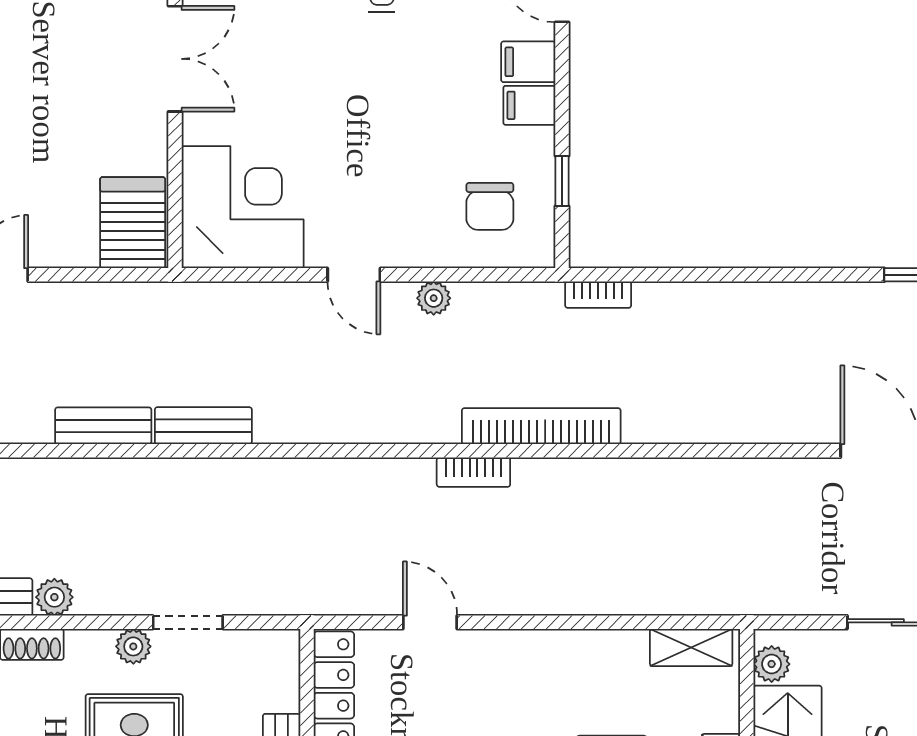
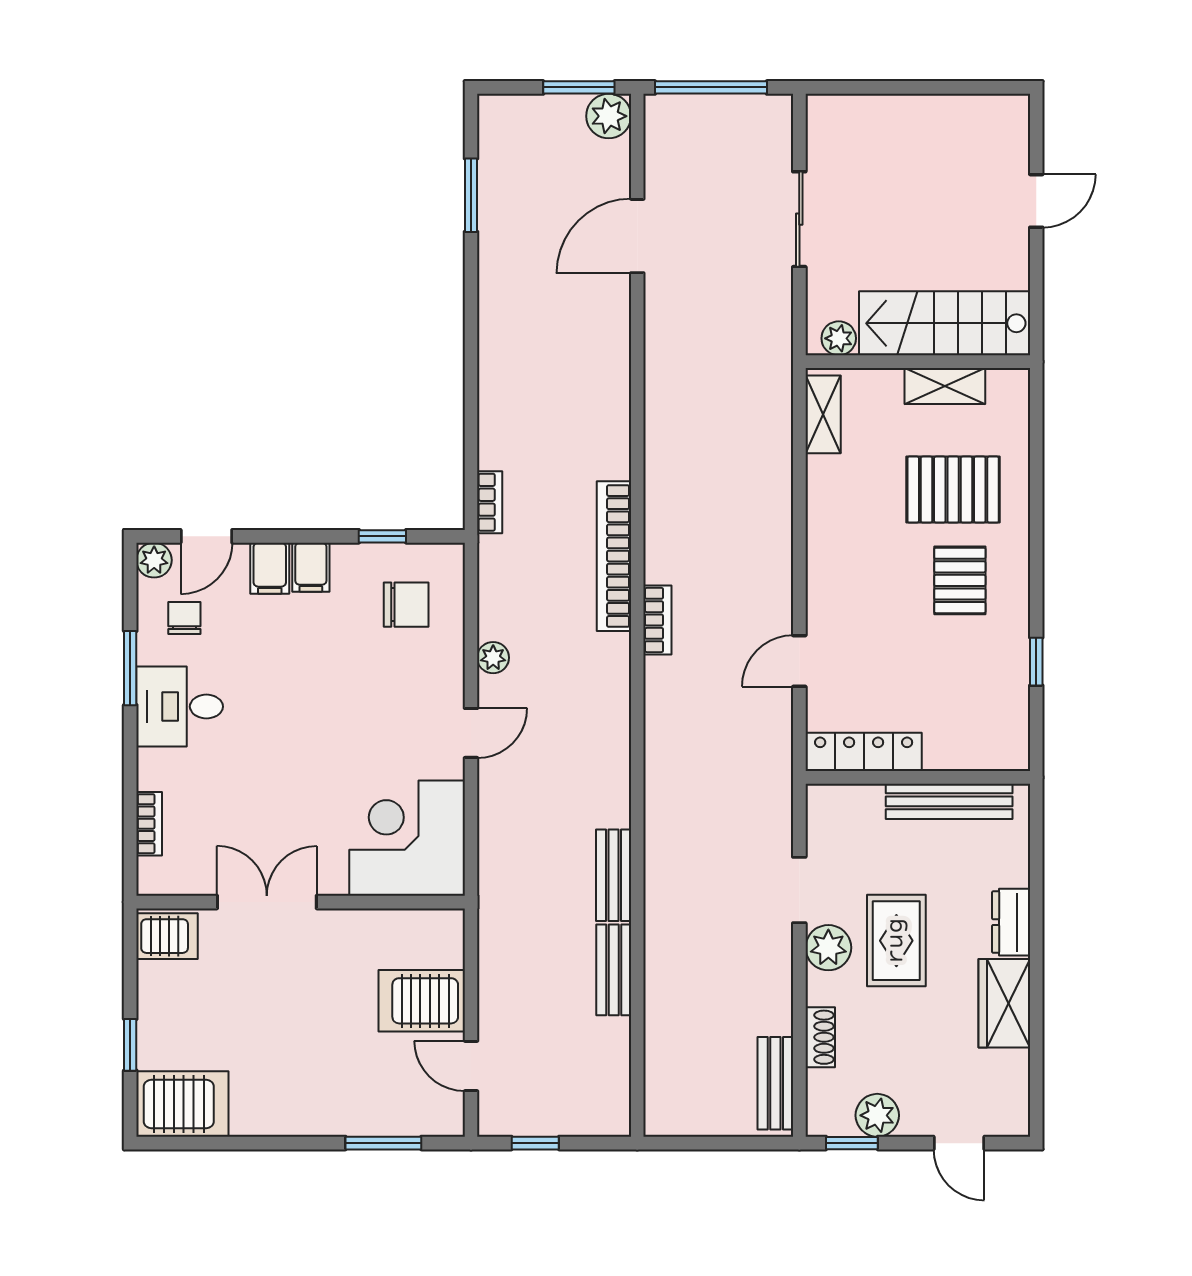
server rack: (133, 223) -> (422, 1001), moved
plant: (54, 597) -> (776, 1016), removed
plant: (133, 646) -> (828, 948), width x1.38, depth x1.38

